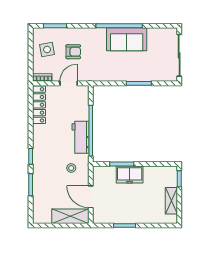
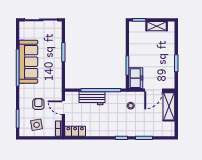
sofa: (127, 39) -> (28, 62), width x1.36
locker: (39, 105) -> (75, 131), width x0.66
workbench: (81, 137) -> (92, 98), moved
freezer: (130, 175) -> (136, 78), moved

